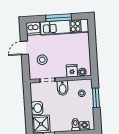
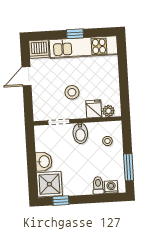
window: (59, 18) -> (75, 34), width x0.46
stool: (42, 60) -> (72, 92), moved
window: (96, 98) -> (129, 167), moved

